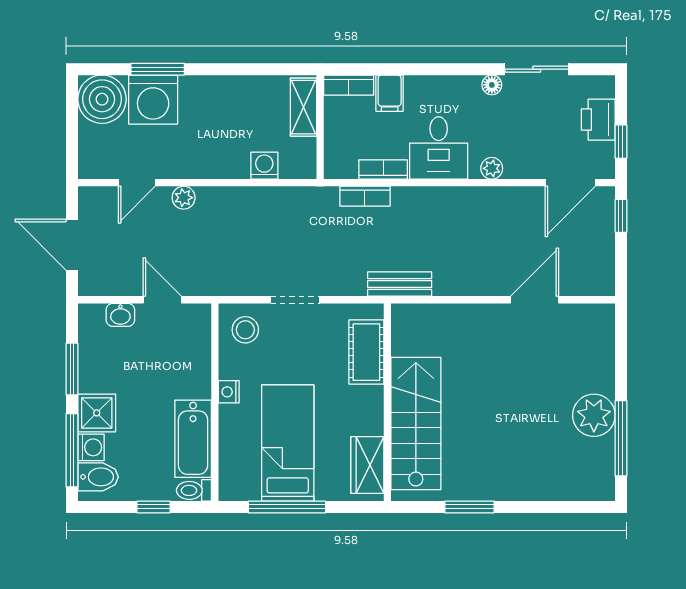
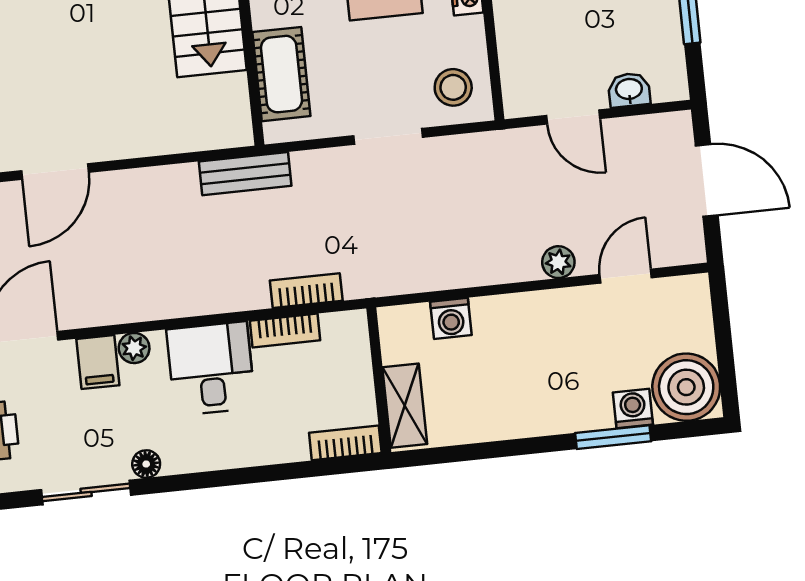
filing cabinet: (390, 93) -> (98, 362), moved, turned 180
washing machine: (153, 100) -> (633, 408), width x0.53, depth x0.53

